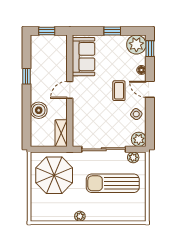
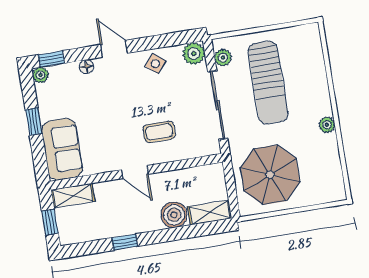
plant: (136, 45) -> (40, 75), width x0.53, depth x0.53
shelving: (61, 48) -> (73, 196), added
sofa: (84, 57) -> (62, 149), moved, turned 90
door: (150, 89) -> (114, 49), swing flipped
coffee table: (119, 91) -> (159, 132), moved
shelving: (61, 133) -> (210, 212), moved

